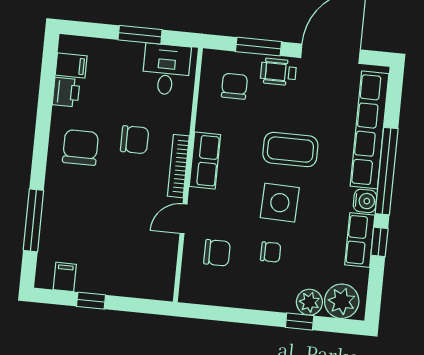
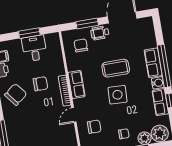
desk: (166, 69) -> (34, 48), moved
row of seats: (370, 130) -> (153, 63), width x0.50
chair: (80, 147) -> (16, 94), turned 52
chair: (271, 252) -> (124, 134), moved

